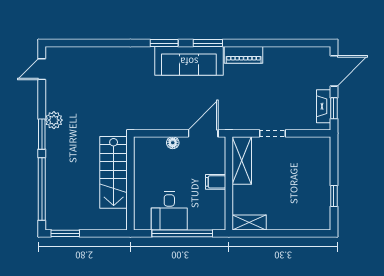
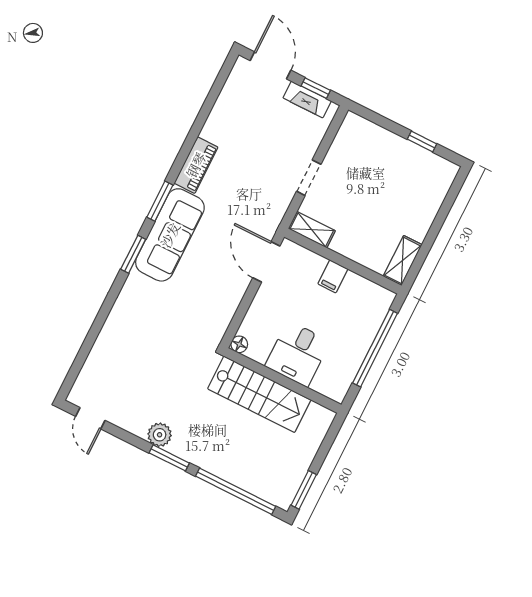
floor lamp: (173, 143) -> (239, 344), moved
shelving: (242, 160) -> (312, 230), width x0.67, depth x0.75
desk: (169, 211) -> (298, 354), moved, turned 90

